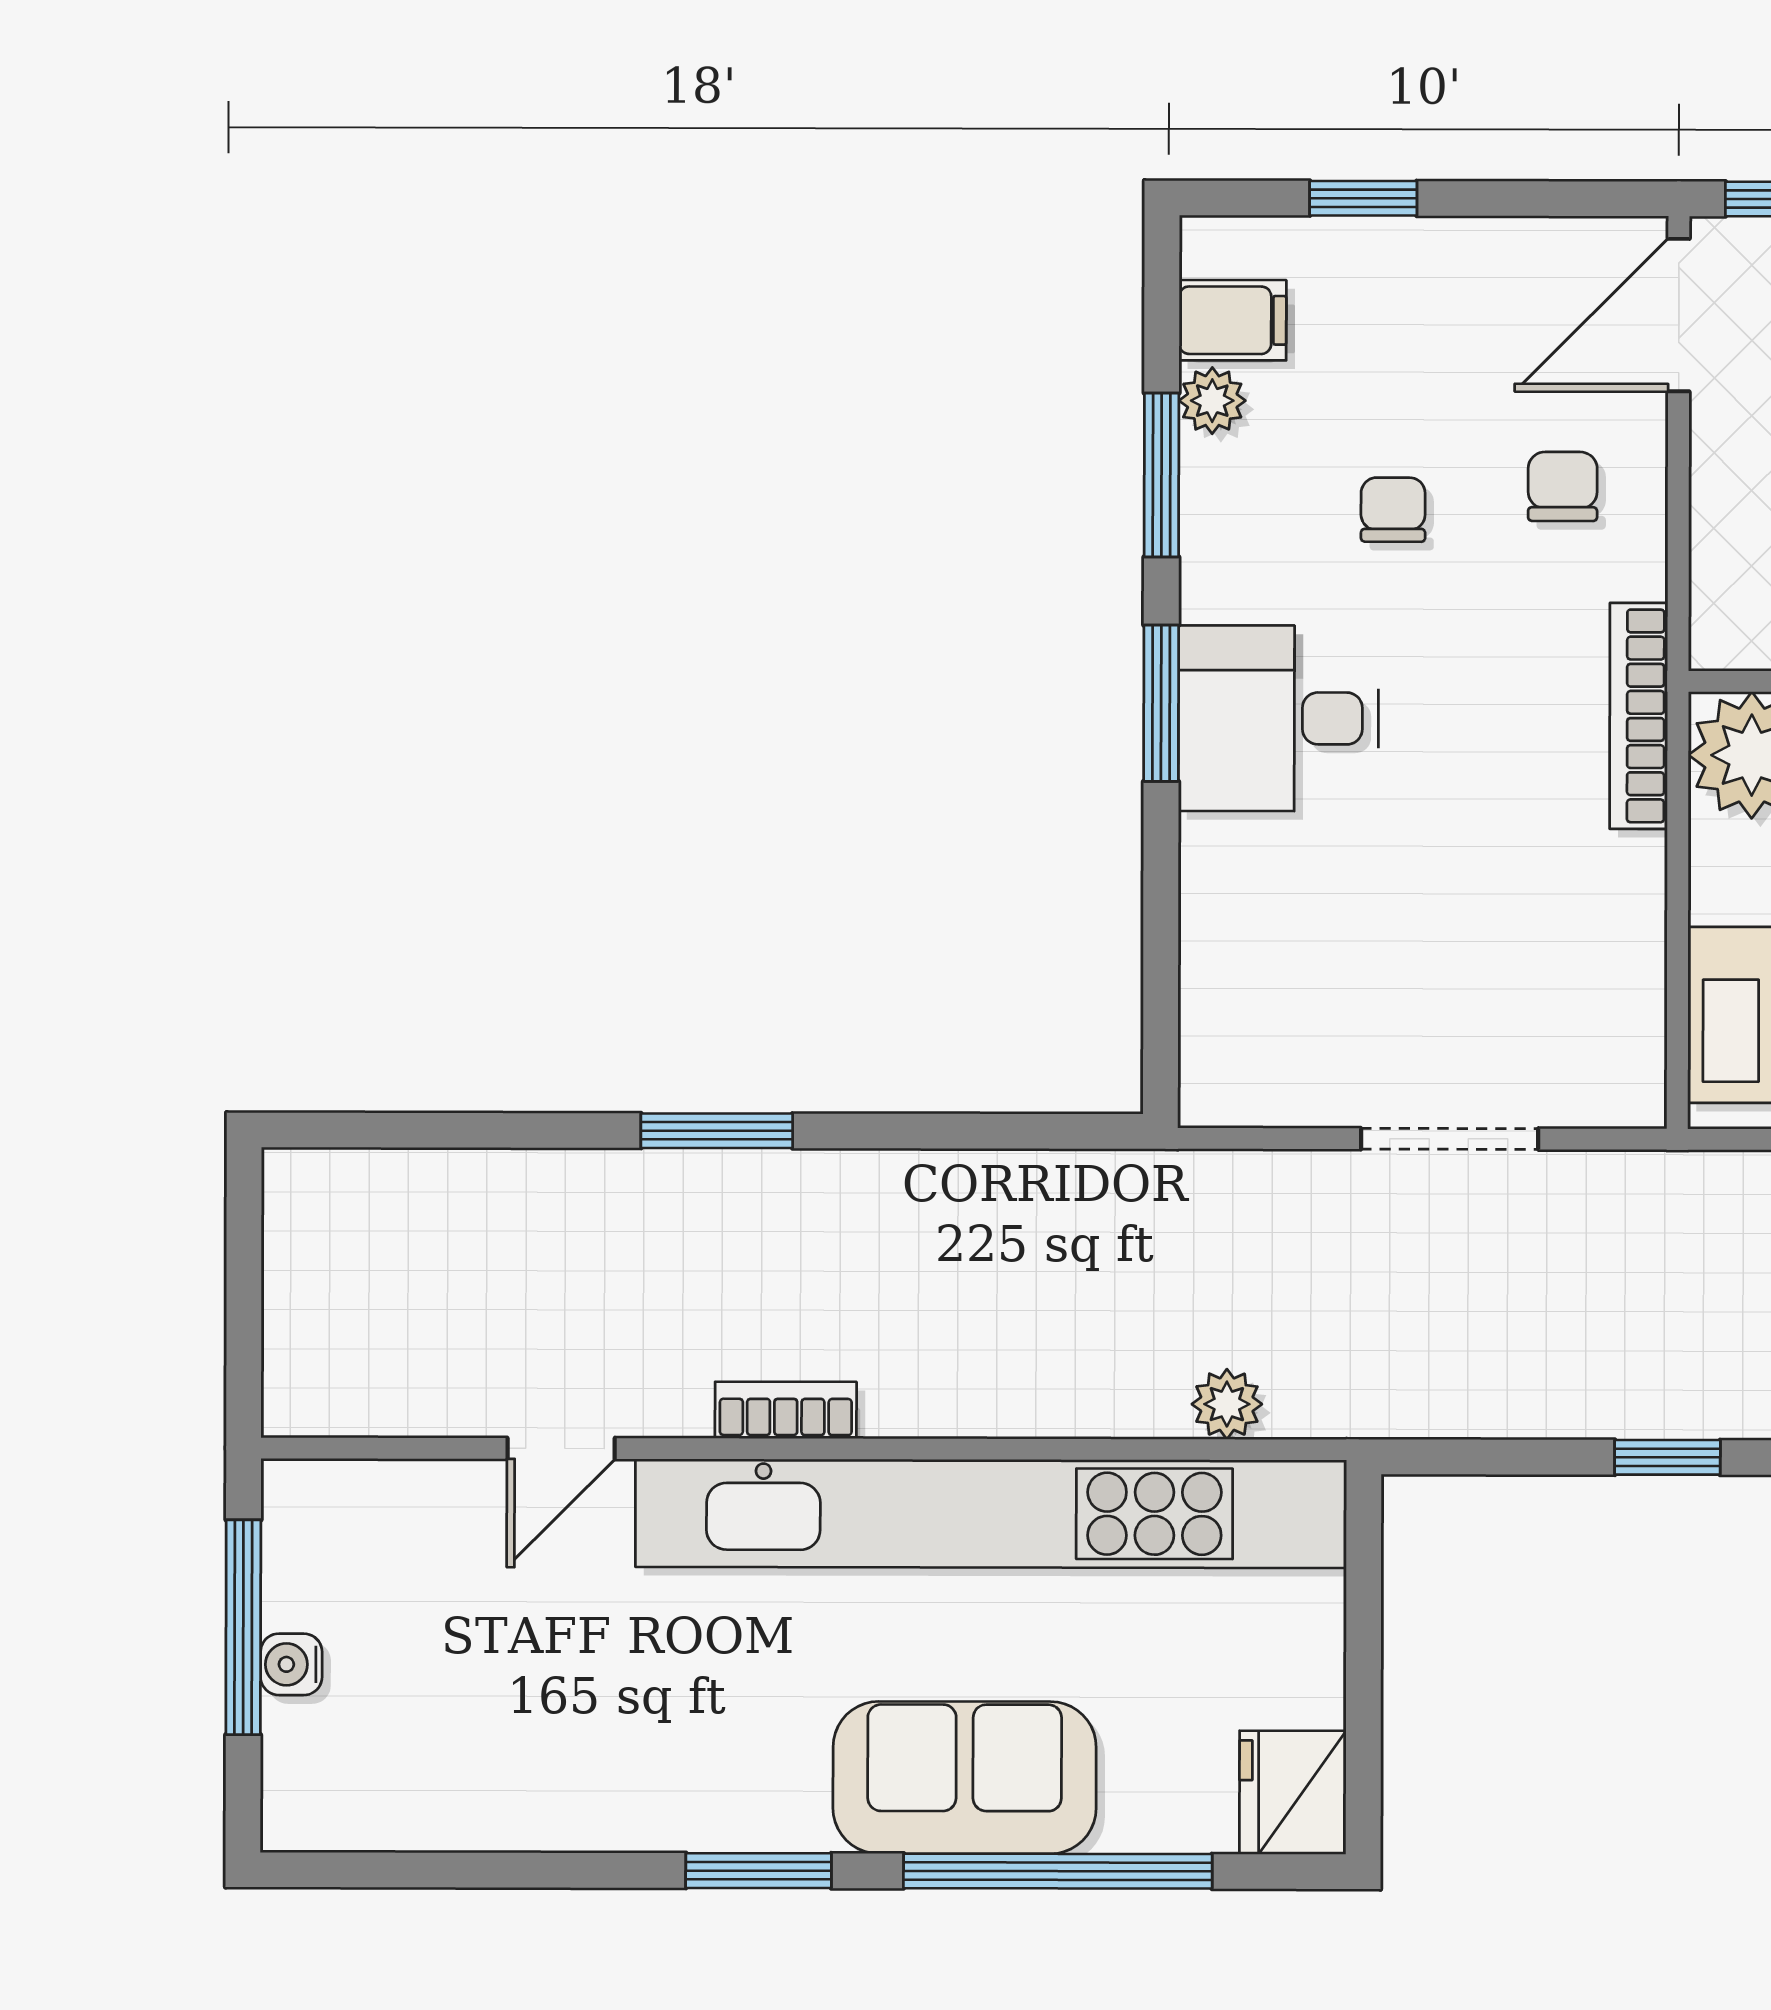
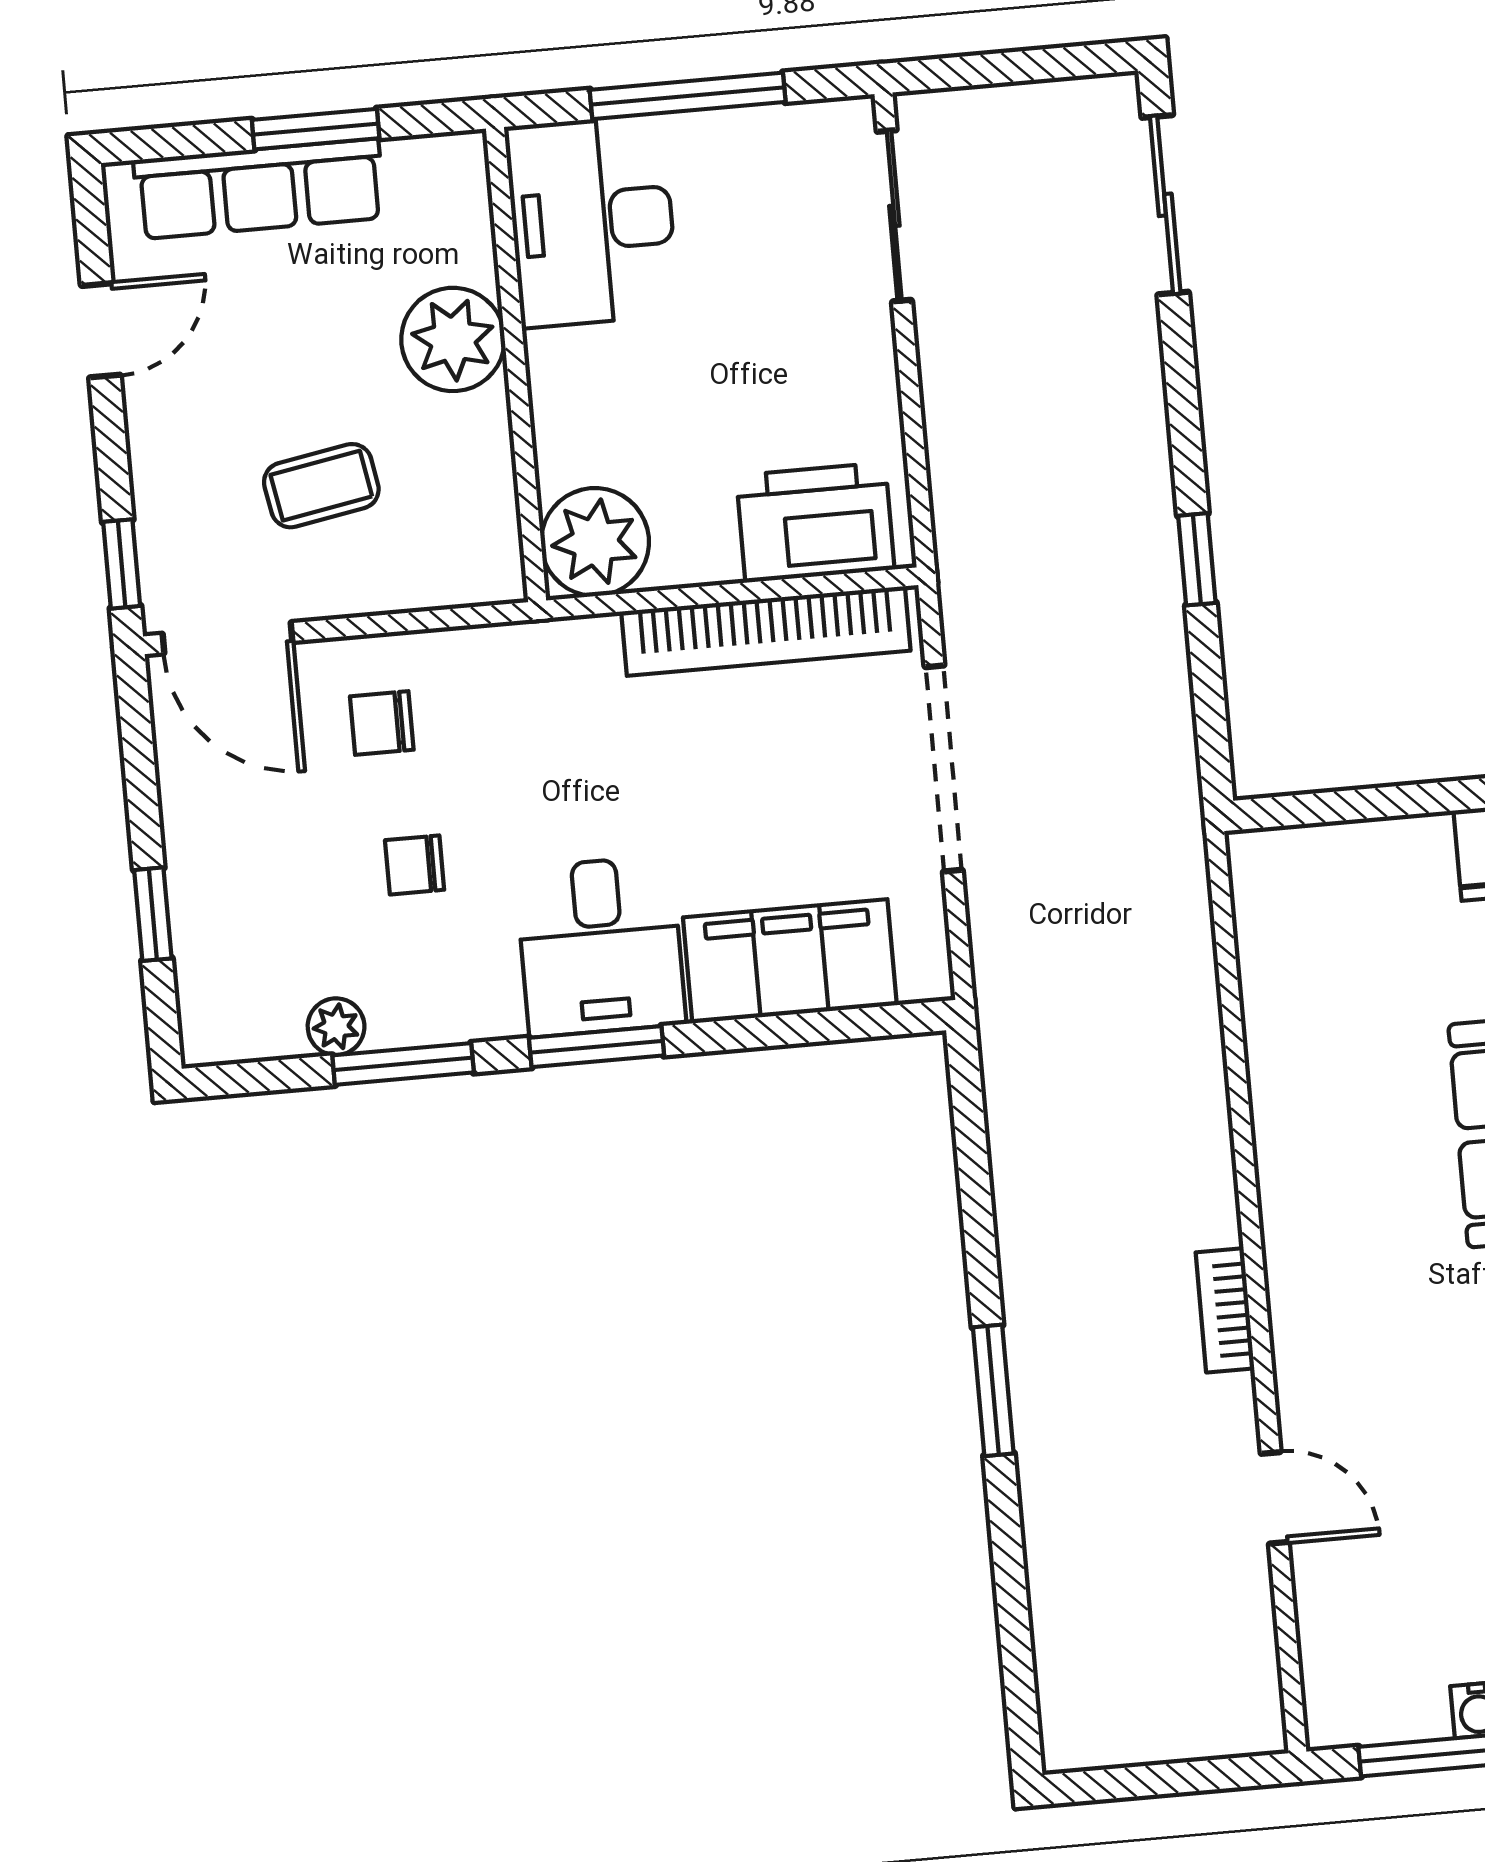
filing cabinet: (1233, 320) -> (790, 961), moved, width x3.00, depth x1.17
bookcase: (1639, 716) -> (766, 631), moved, width x1.48, depth x1.31
doorway: (1450, 1139) -> (944, 769), width x1.36
plant: (1227, 1404) -> (1186, 937), removed
kitchen unit: (991, 1513) -> (1297, 1128), removed

